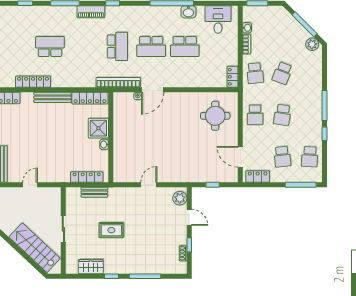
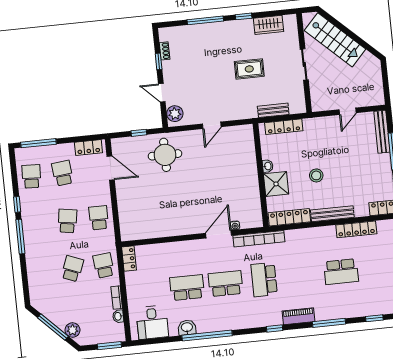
plant: (312, 44) -> (73, 330), moved
round table: (215, 116) -> (165, 155), moved
stool: (63, 132) -> (316, 175), added

